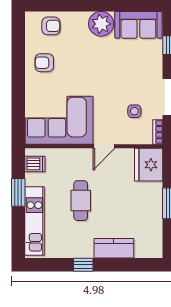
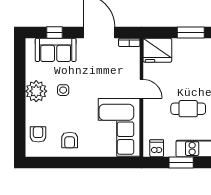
sofa: (138, 25) -> (56, 50), moved, turned 90
side table: (134, 111) -> (63, 90), moved

